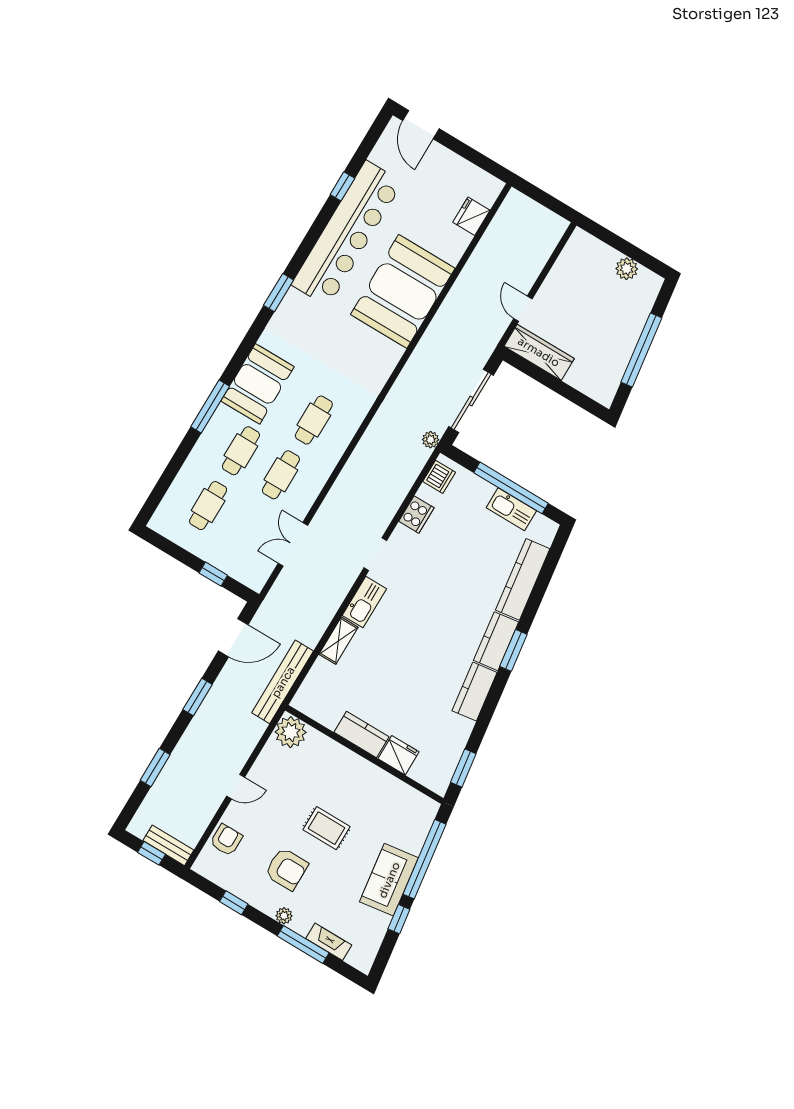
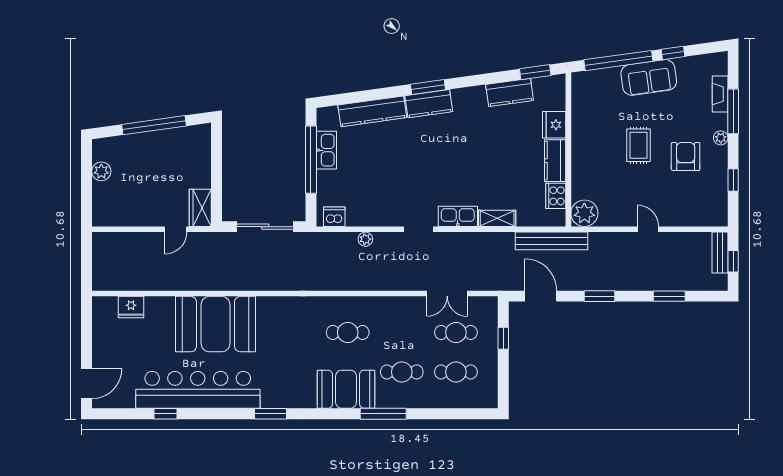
wardrobe: (539, 352) -> (200, 208), width x0.67
plant: (431, 440) -> (365, 239), moved
cafe table: (281, 475) -> (456, 332), moved
cooker: (416, 515) -> (556, 196), moved, turned -90
kitchen counter: (475, 692) -> (510, 92), moved
armchair: (226, 840) -> (691, 213), removed

